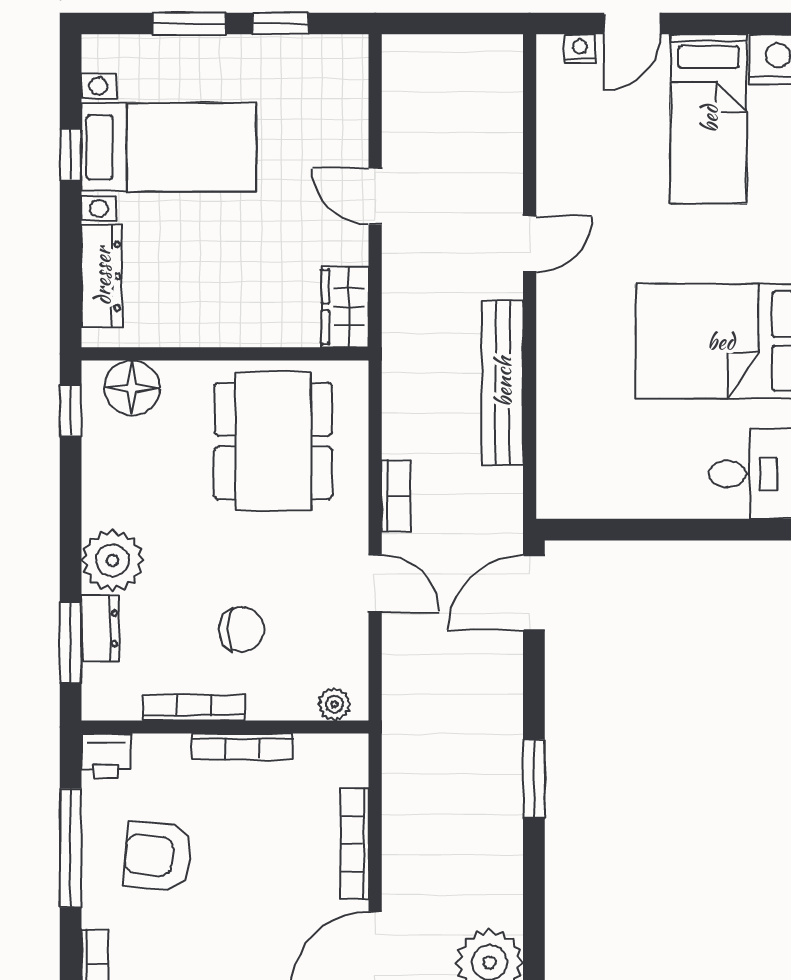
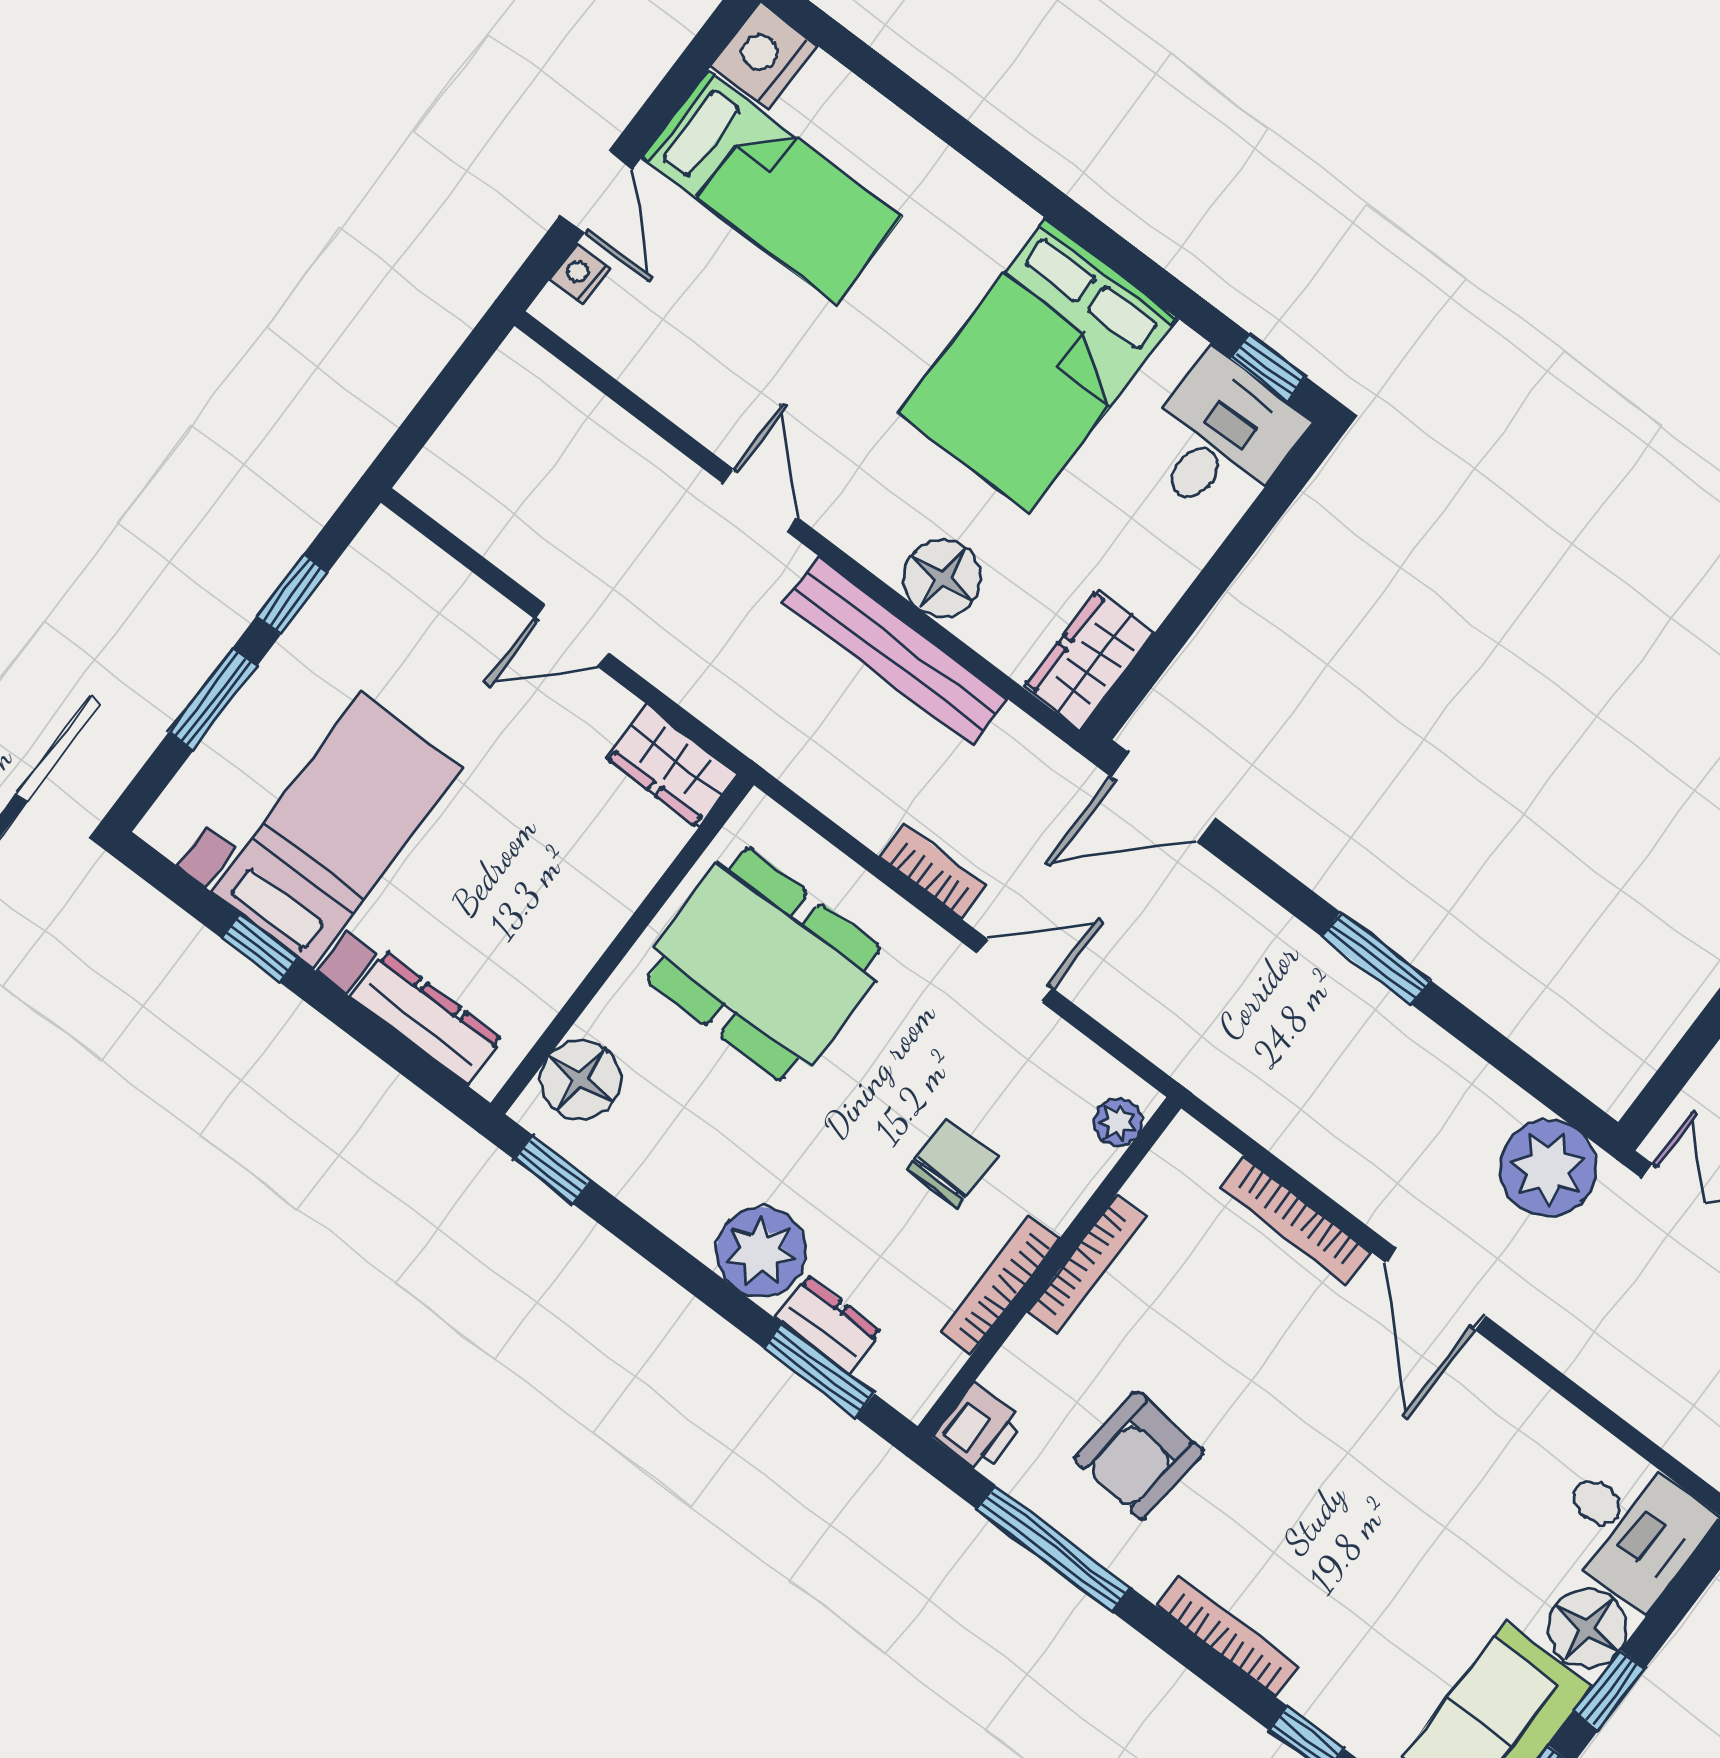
floor lamp: (563, 378) -> (943, 578), added
wardrobe: (579, 494) -> (1089, 660), added
door: (534, 593) -> (1163, 797), hinge flipped

